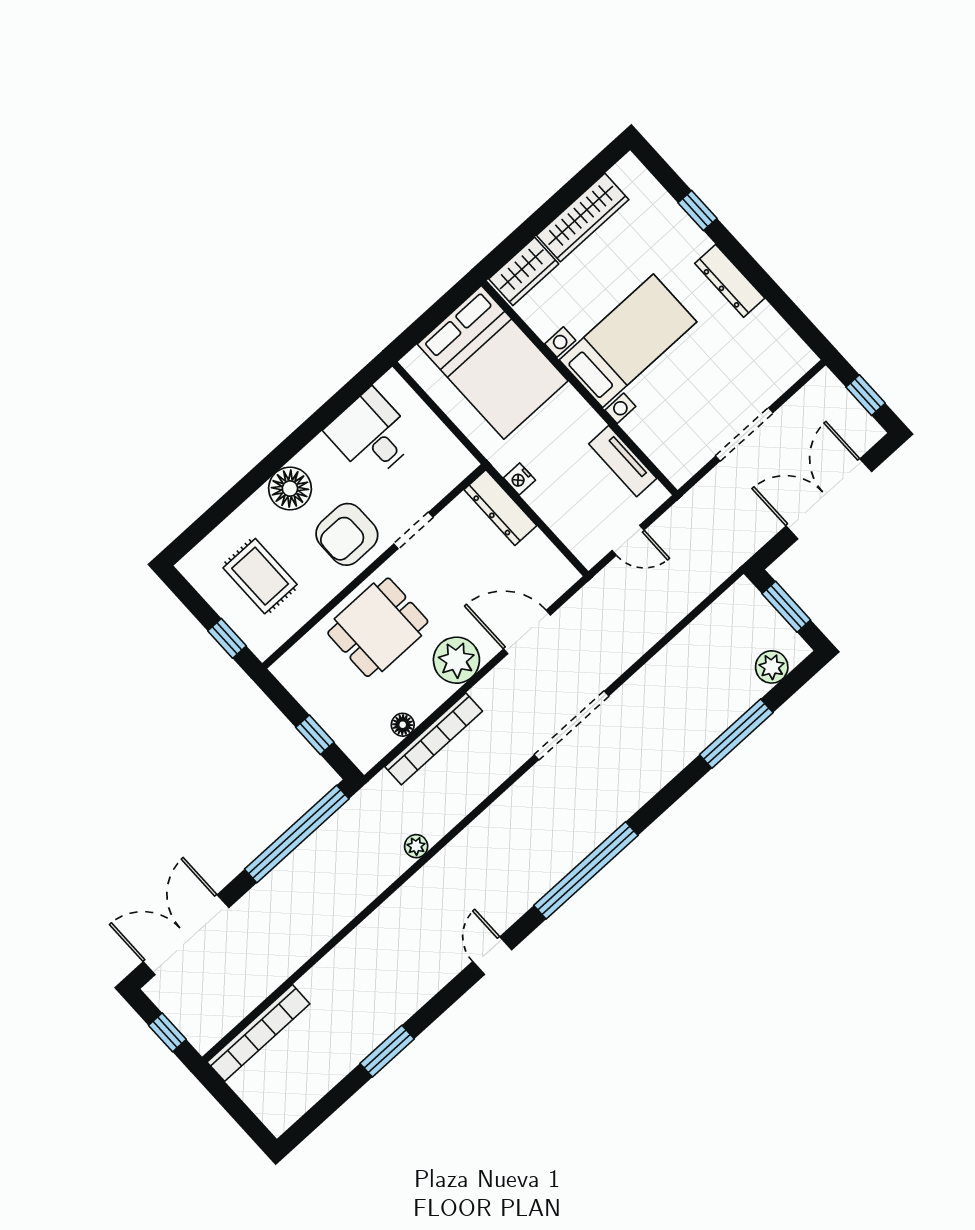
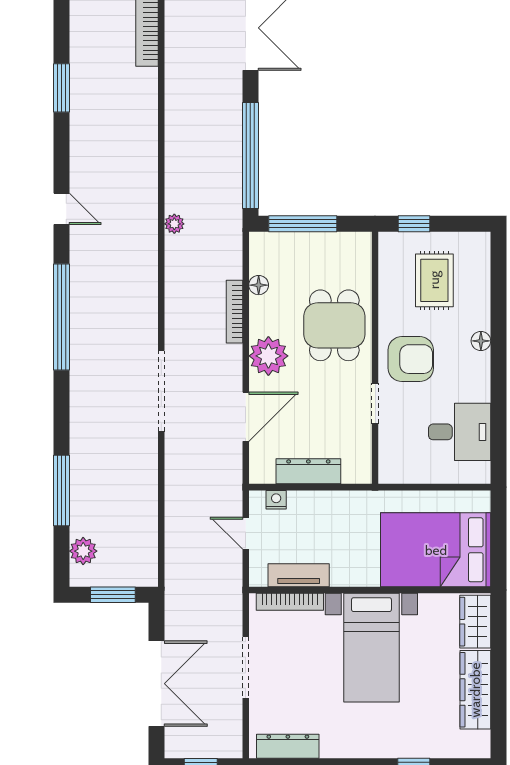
dresser: (730, 281) -> (288, 746), moved
bookcase: (653, 448) -> (290, 602), added
nightstand: (519, 479) -> (276, 500), moved
floor lamp: (290, 489) -> (481, 341), width x0.53, depth x0.53
dresser: (500, 508) -> (308, 471), moved
armchair: (347, 534) -> (411, 359), turned 90
door: (628, 540) -> (246, 533), hinge flipped
rug: (260, 576) -> (434, 280), turned 90
window: (315, 735) -> (303, 224), width x2.17
bookcase: (434, 739) -> (234, 312), width x0.68, depth x0.76

